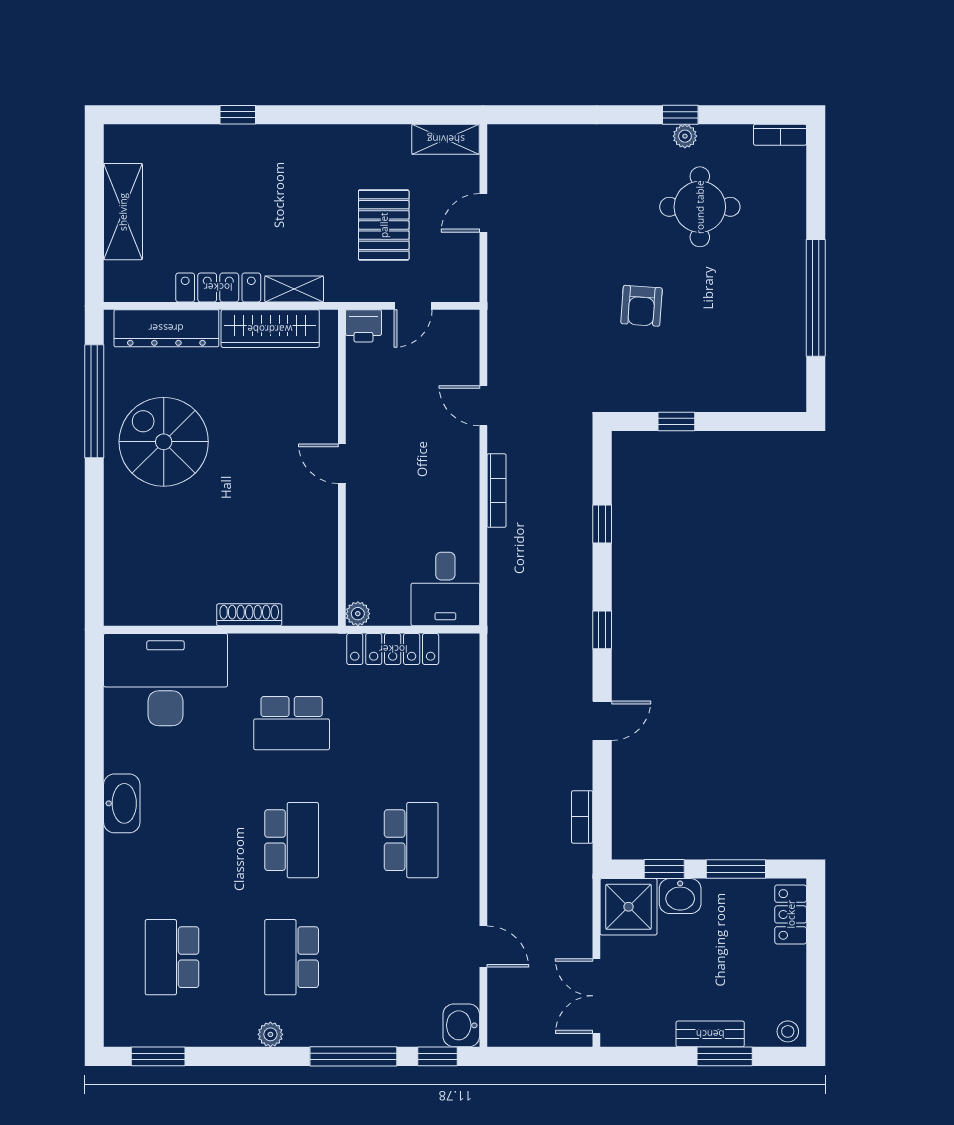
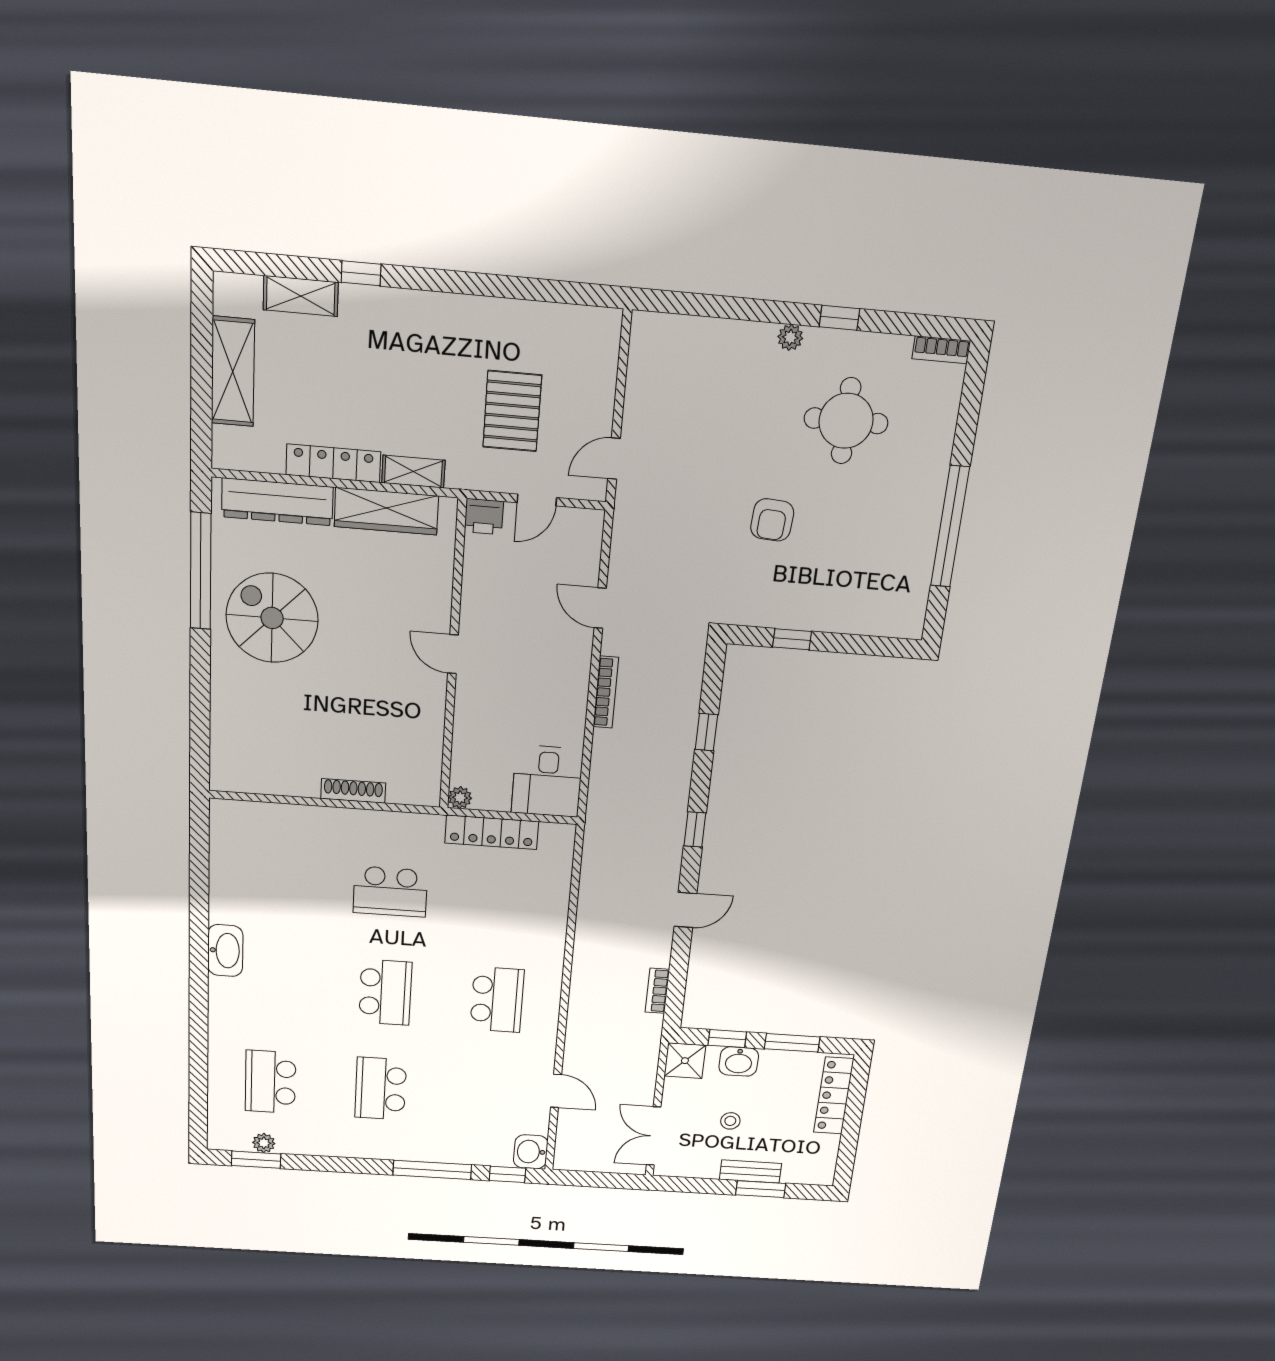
plant: (685, 136) -> (790, 337), moved
shelving: (446, 139) -> (301, 296), moved
door: (483, 213) -> (614, 459), moved
desk: (165, 680) -> (269, 844), removed
shower: (628, 907) -> (685, 1061), width x0.73, depth x0.73
locker: (791, 914) -> (834, 1096), width x1.53
stool: (788, 1031) -> (730, 1121), moved
plant: (270, 1034) -> (264, 1143), moved

